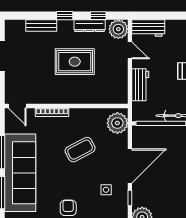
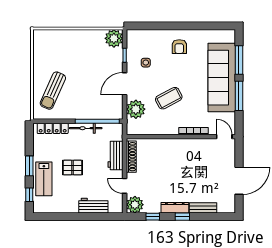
dresser: (90, 26) -> (175, 208), moved
workbench: (148, 28) -> (93, 206), moved
rug: (75, 62) -> (174, 176), removed
shoe rack: (122, 83) -> (131, 157), added
plant: (117, 123) -> (136, 109), moved
door: (130, 166) -> (125, 84), width x0.73

